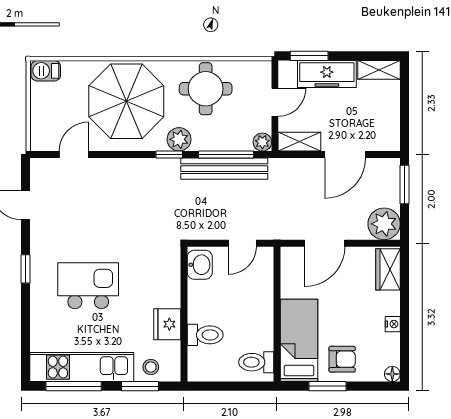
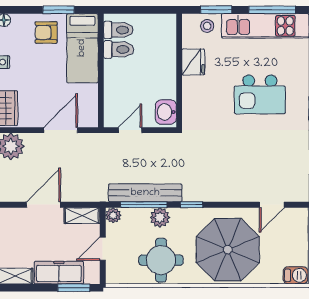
plant: (179, 139) -> (160, 218), moved
toilet: (205, 335) -> (119, 49), moved, turned 180

